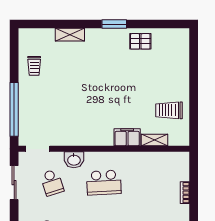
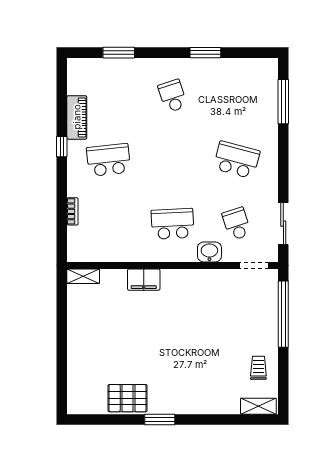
shelving: (70, 35) -> (258, 406), moved
pallet: (140, 41) -> (128, 398), width x1.50, depth x1.42
trolley: (169, 110) -> (92, 313), removed
shelving: (154, 140) -> (83, 276), moved

